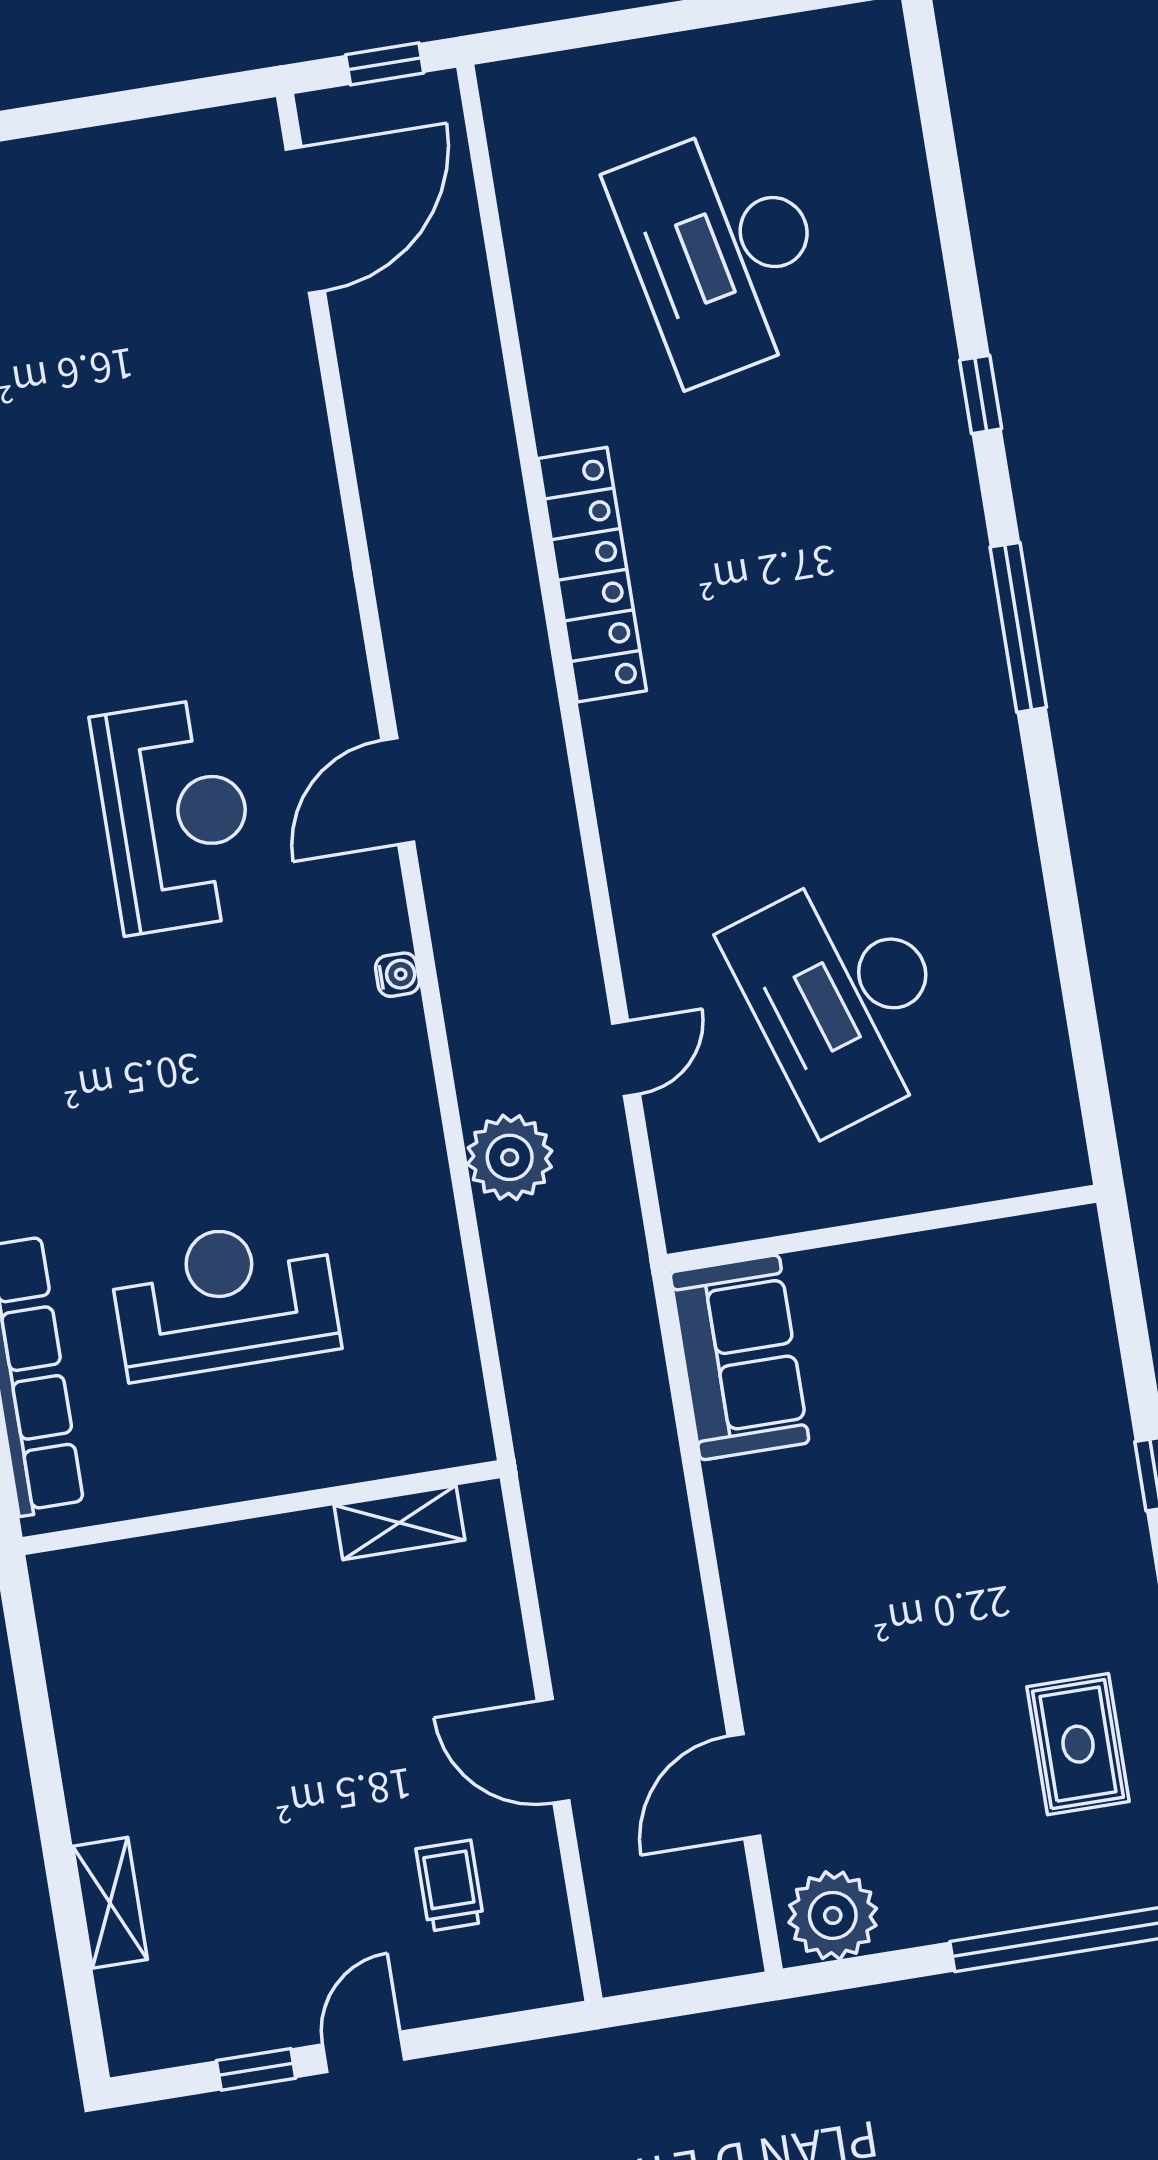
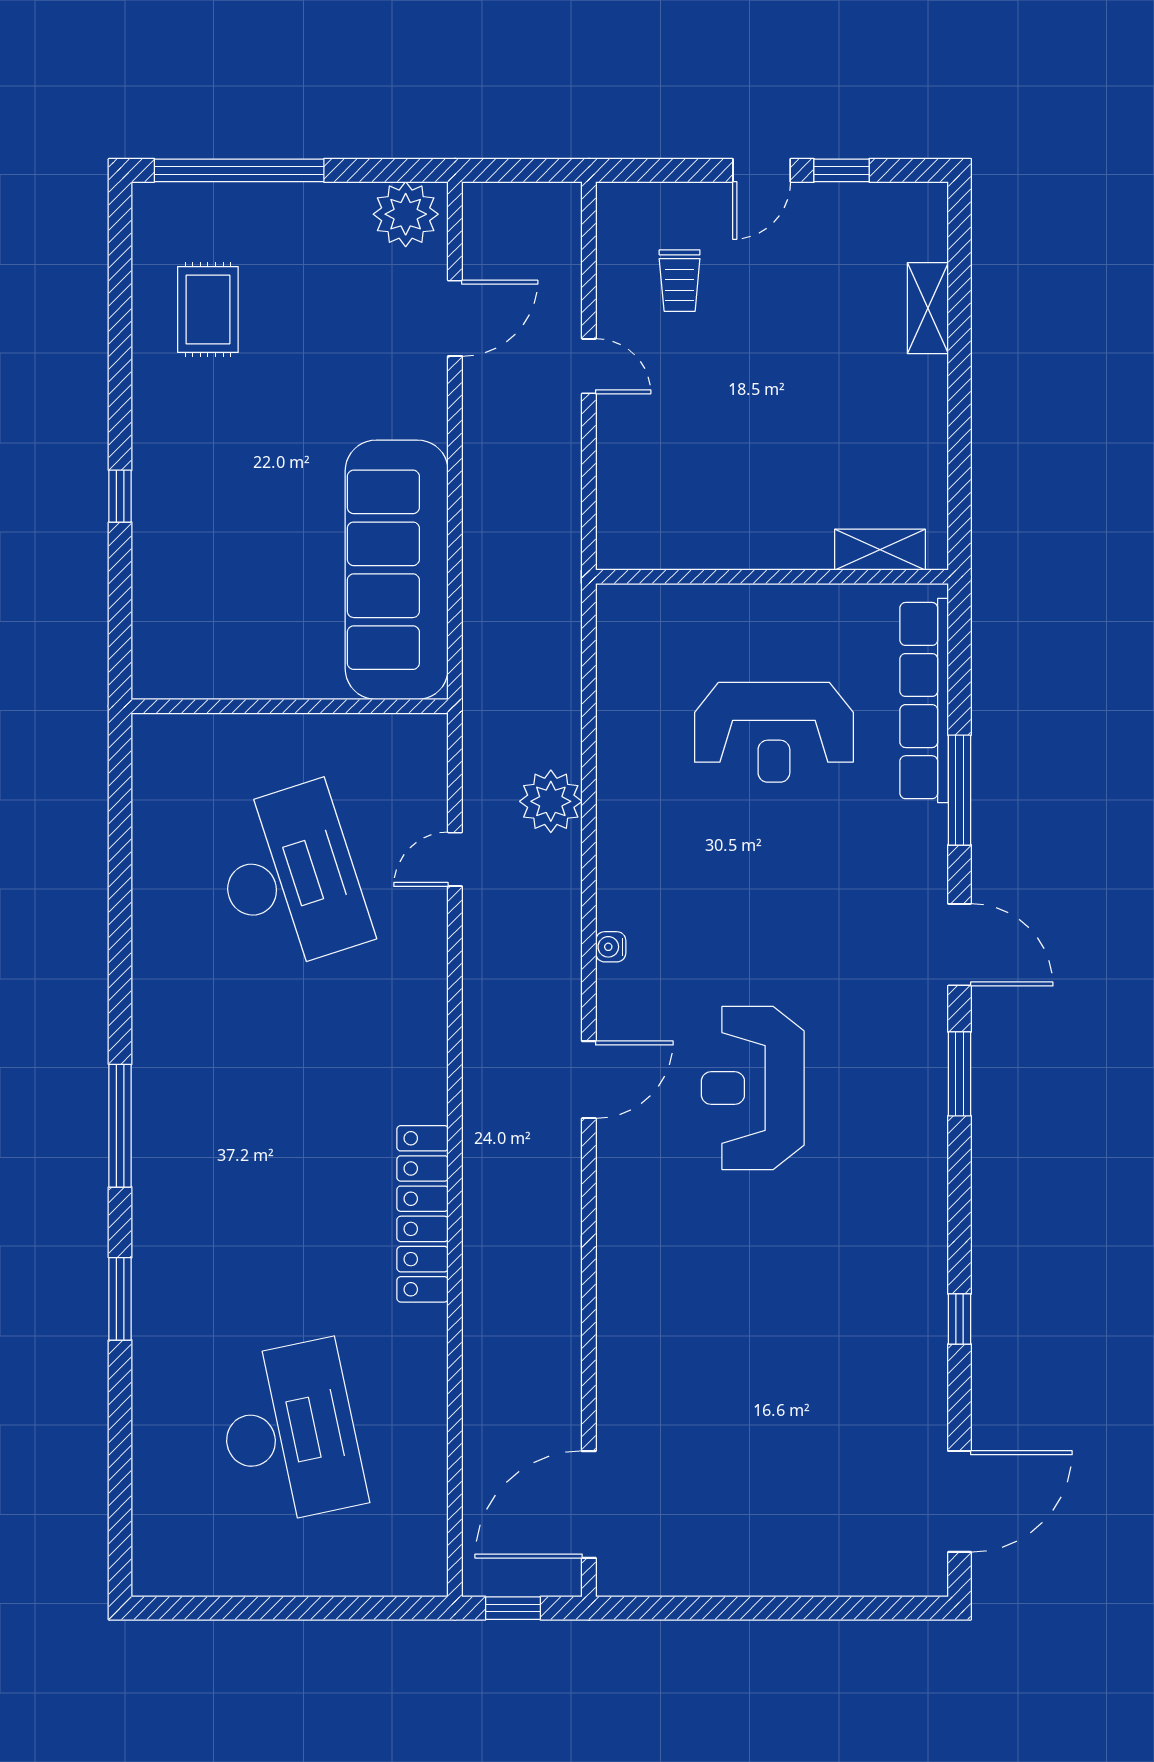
window: (981, 394) -> (120, 1299), width x1.50
sofa: (740, 1357) -> (397, 570), width x1.85, depth x1.27
shelving: (399, 1523) -> (880, 550), moved
door: (553, 1751) -> (589, 366), width x0.73

